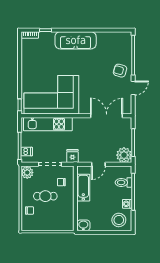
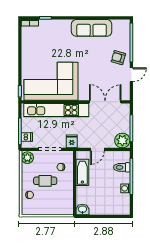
sofa: (76, 40) -> (92, 28), moved
kitchen unit: (48, 124) -> (56, 110), width x1.36
stool: (119, 220) -> (117, 204), removed

